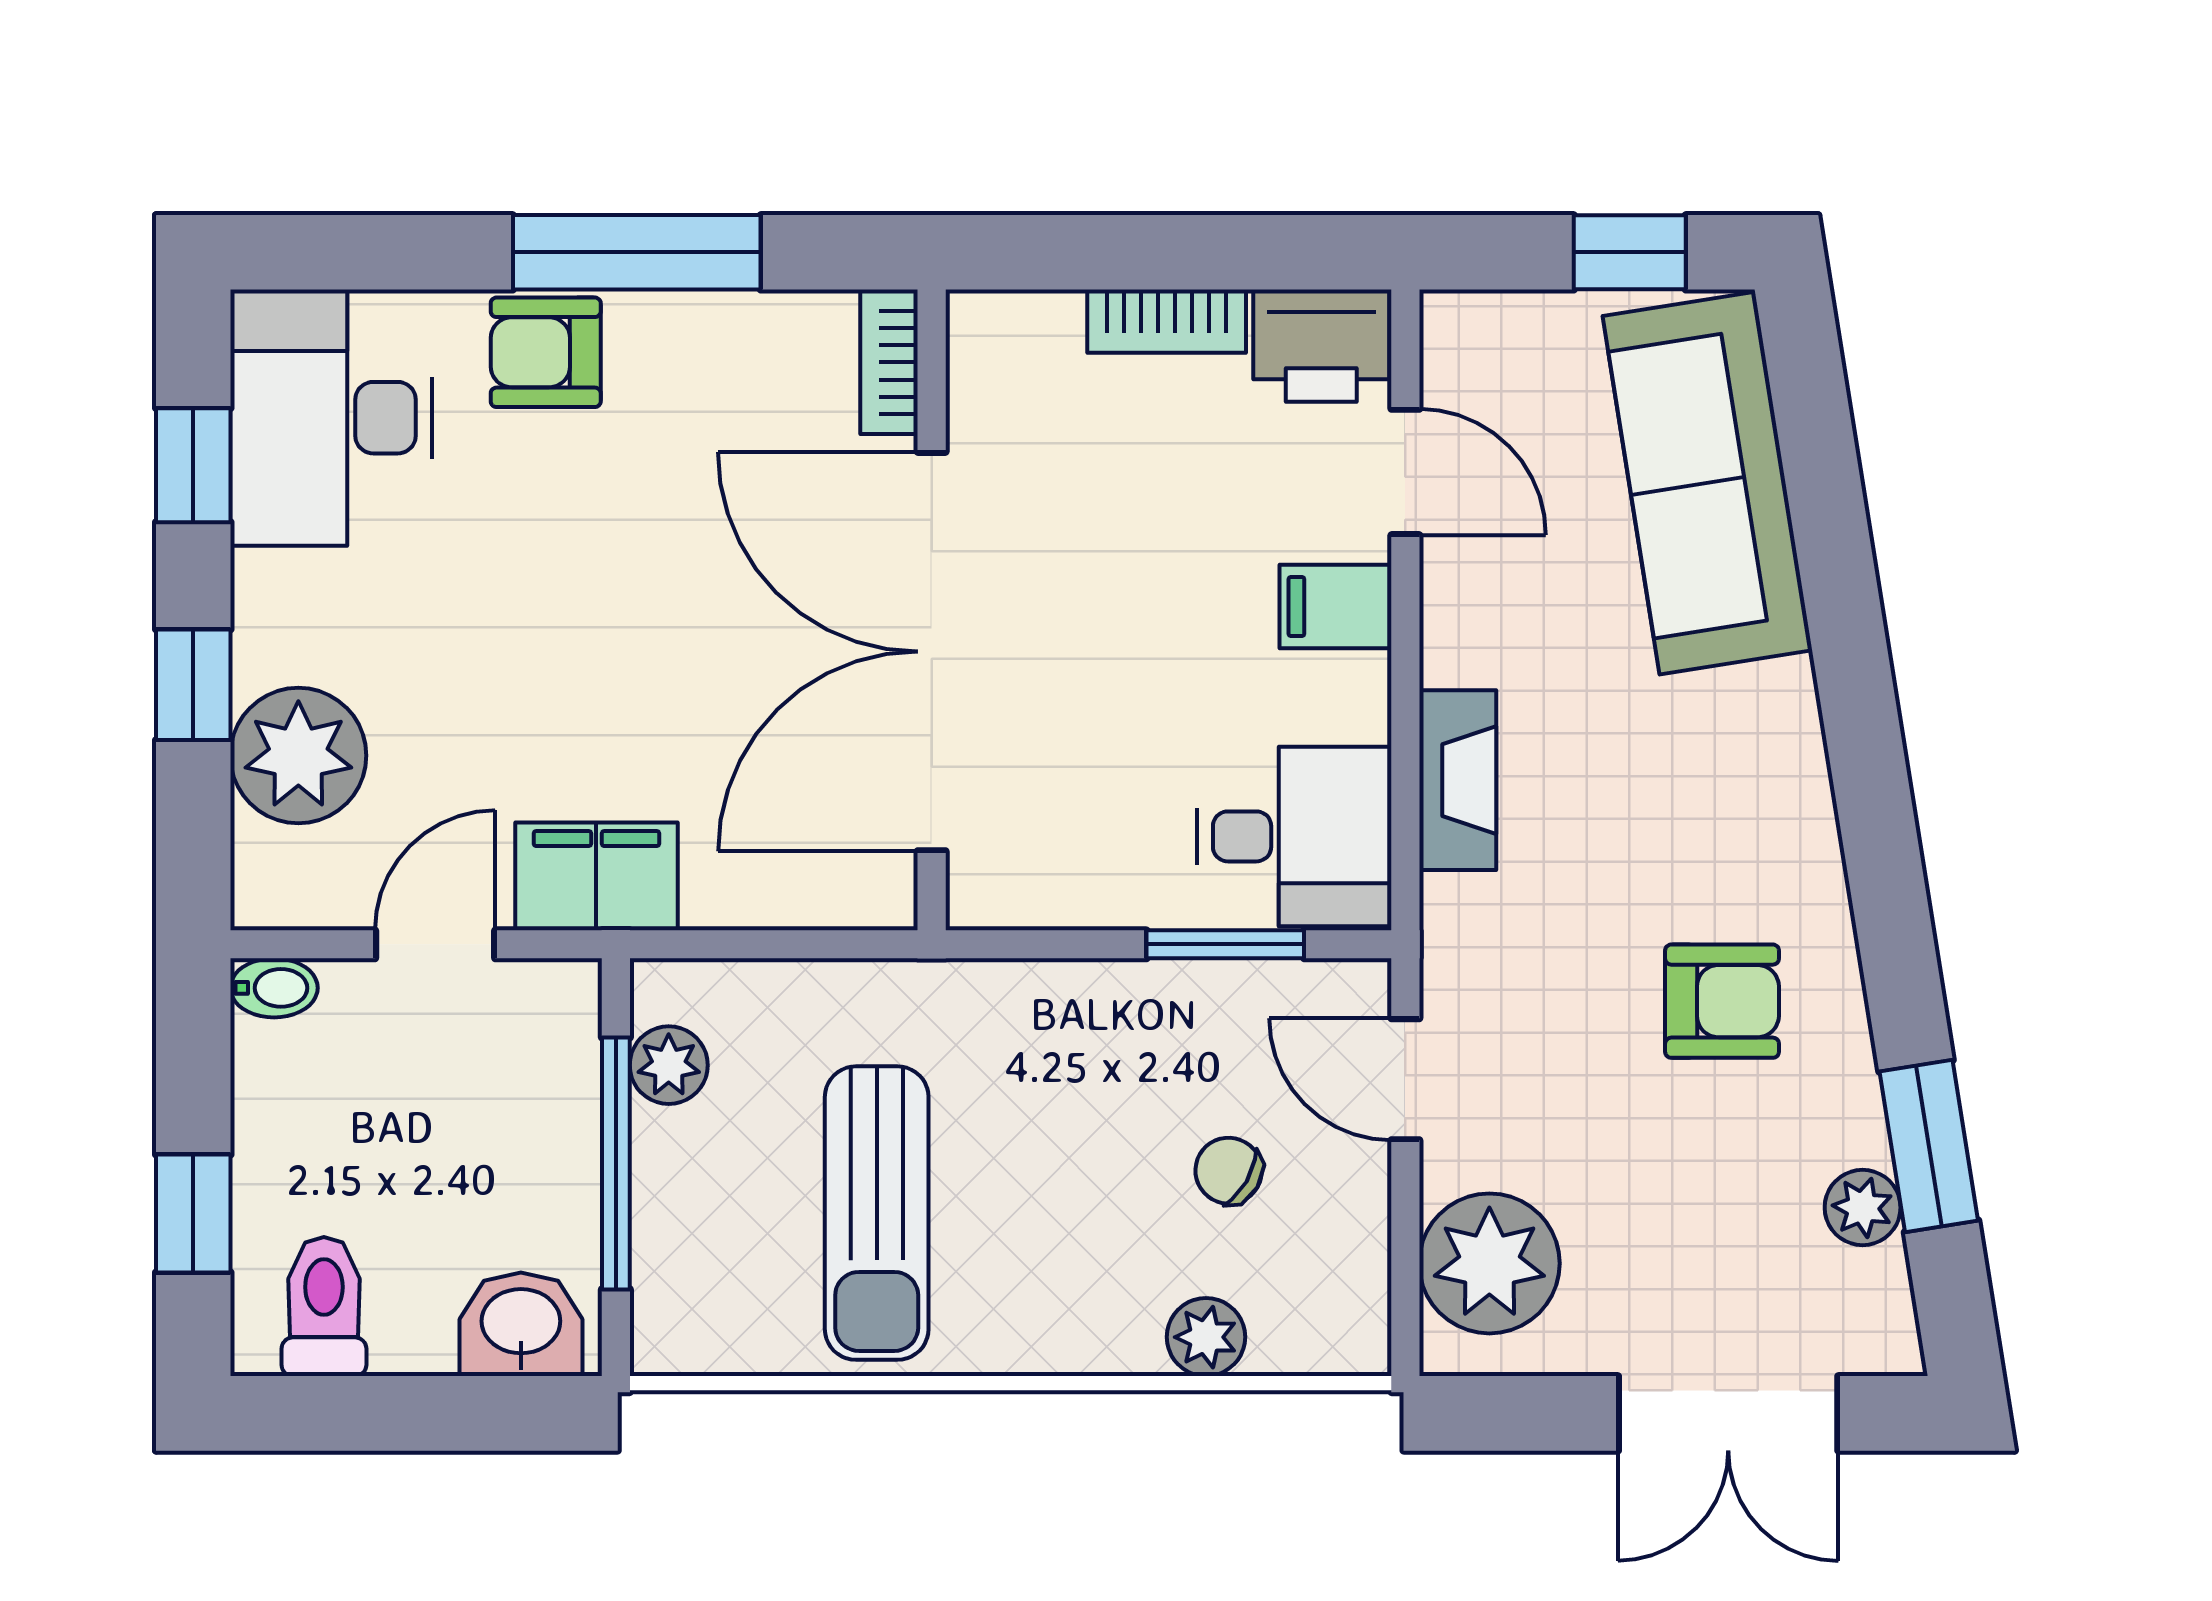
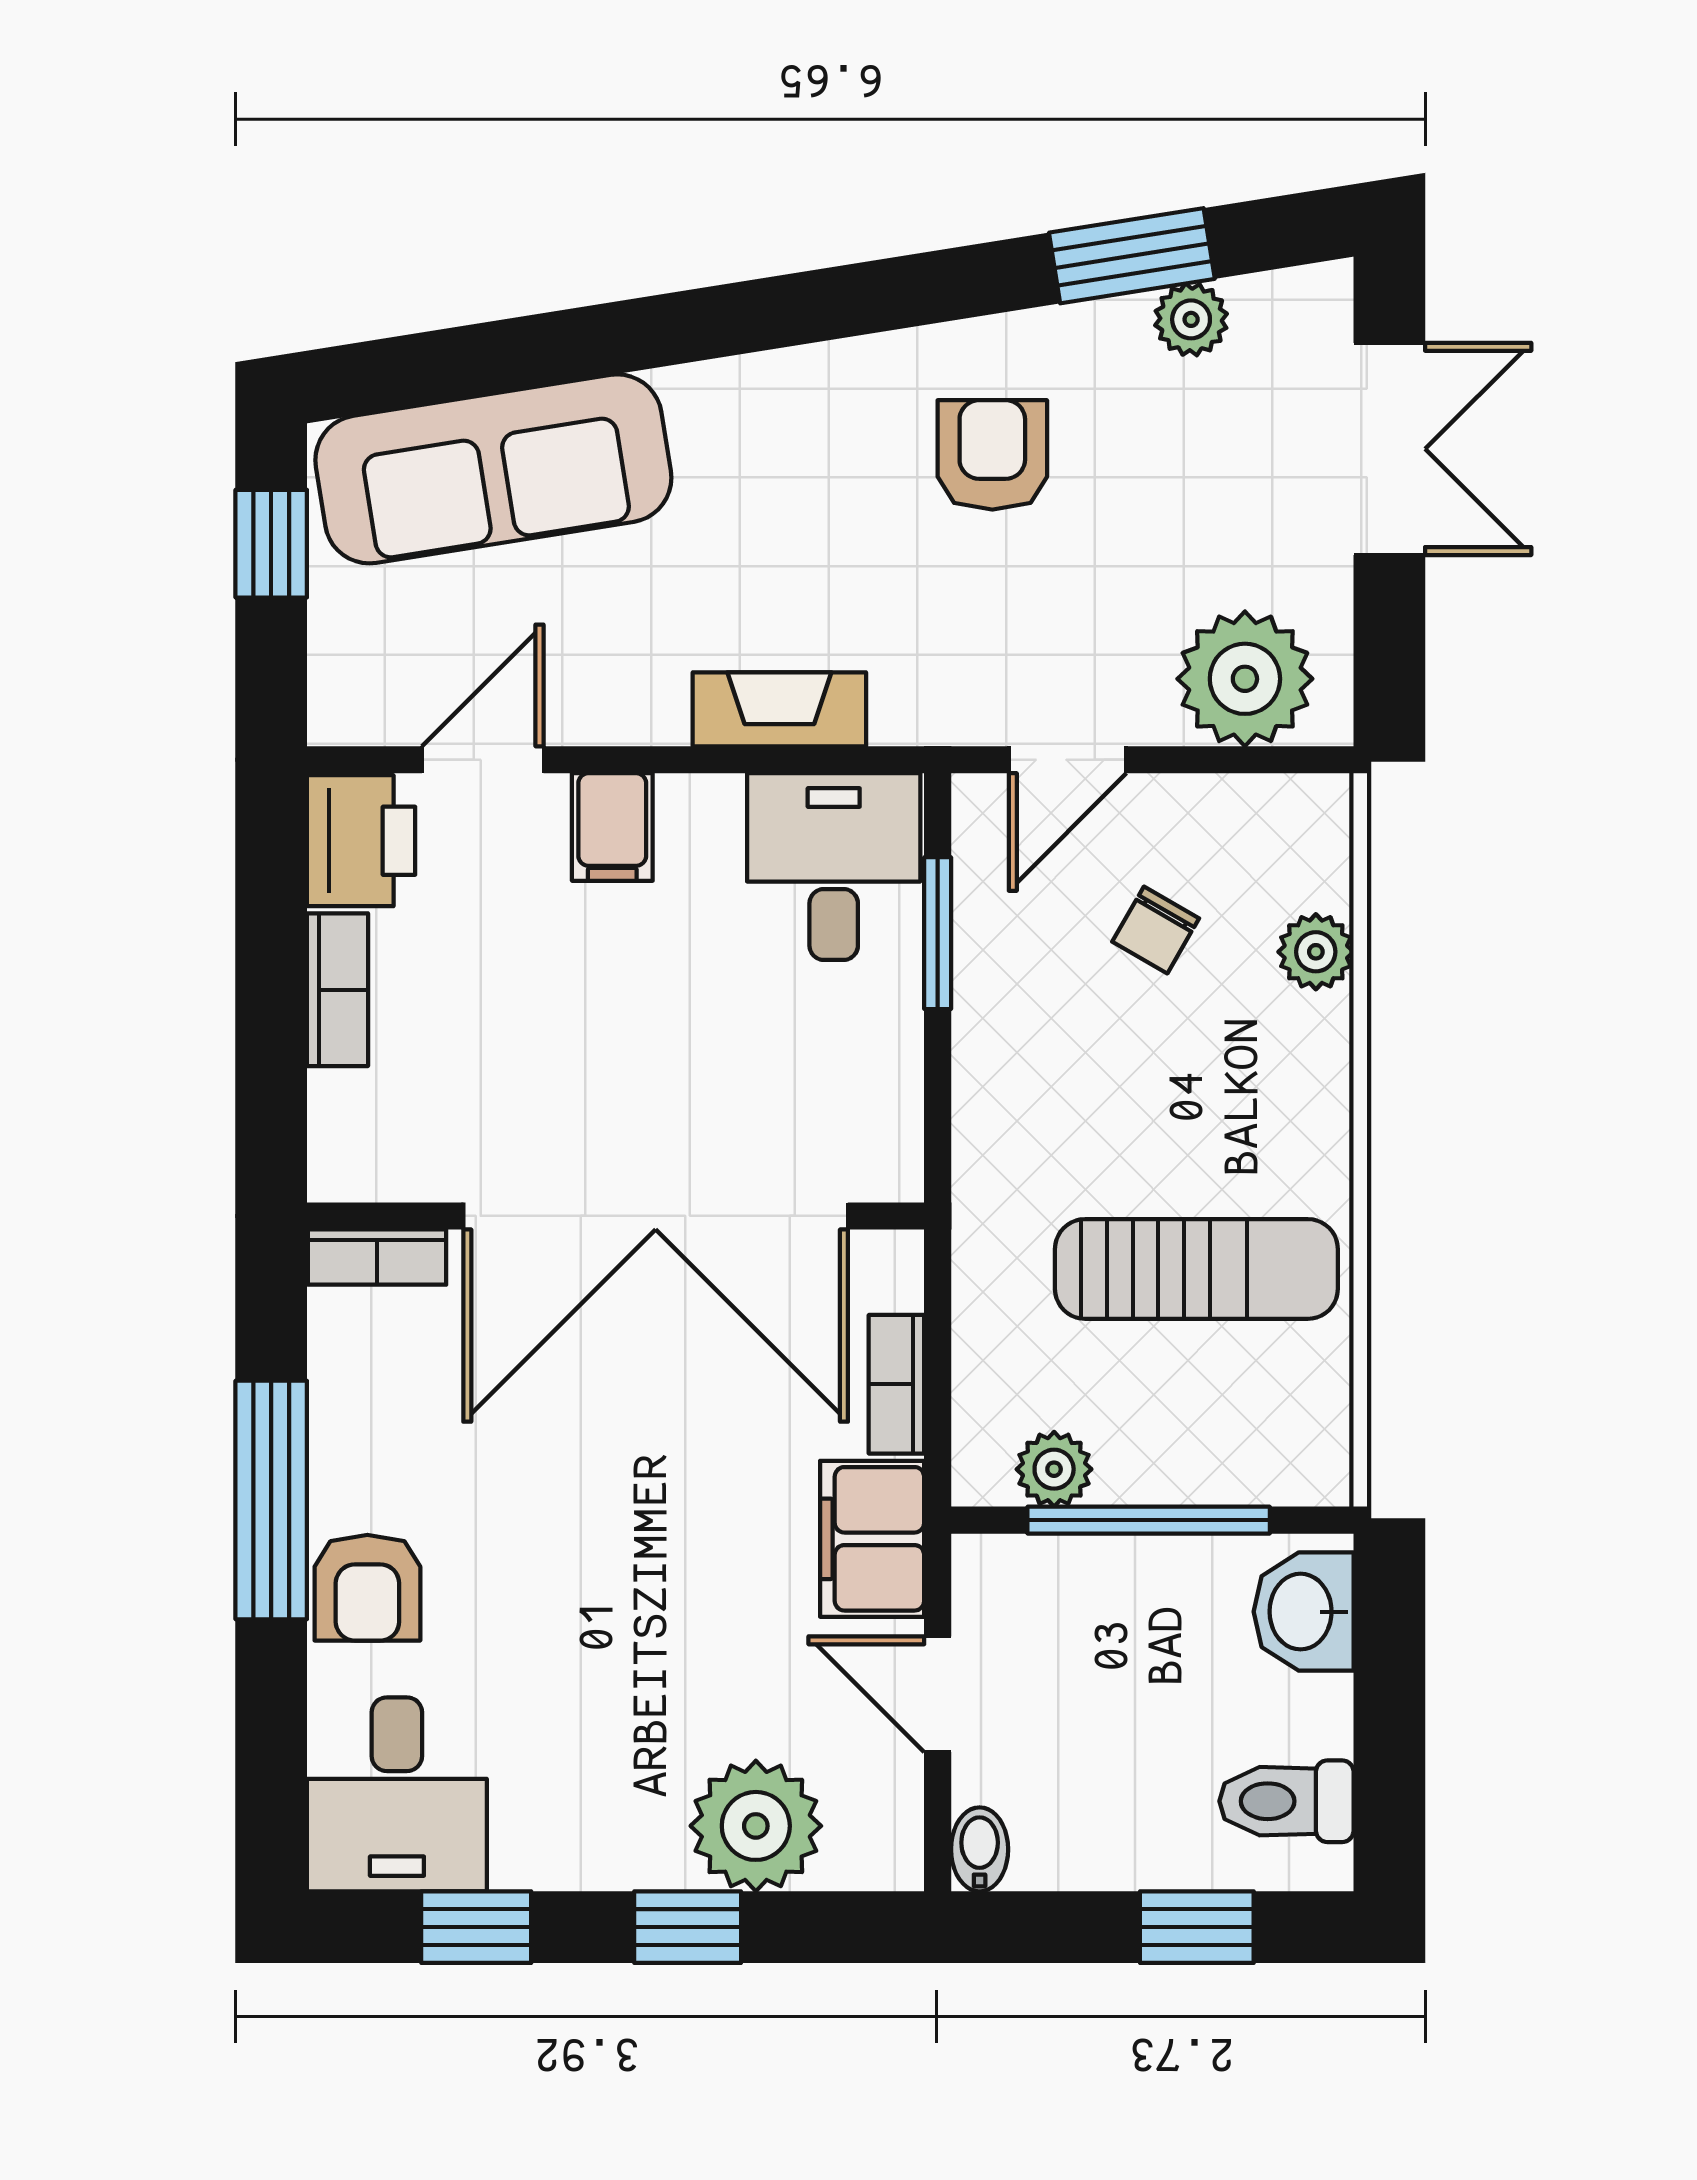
desk: (331, 418) -> (397, 1794), width x0.73
bookcase: (757, 902) -> (896, 1384), added

